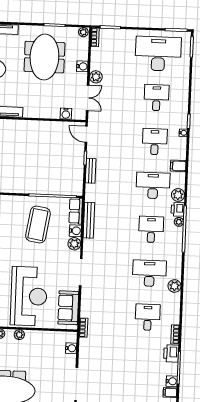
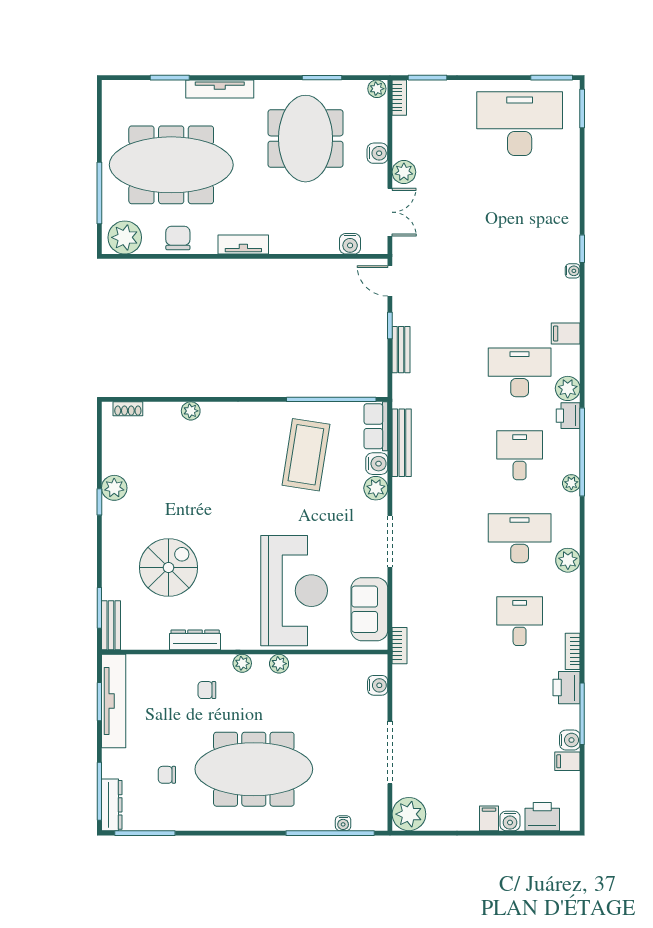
desk: (156, 98) -> (520, 207), removed
desk: (155, 142) -> (520, 289), removed
plant: (179, 222) -> (571, 483), moved

